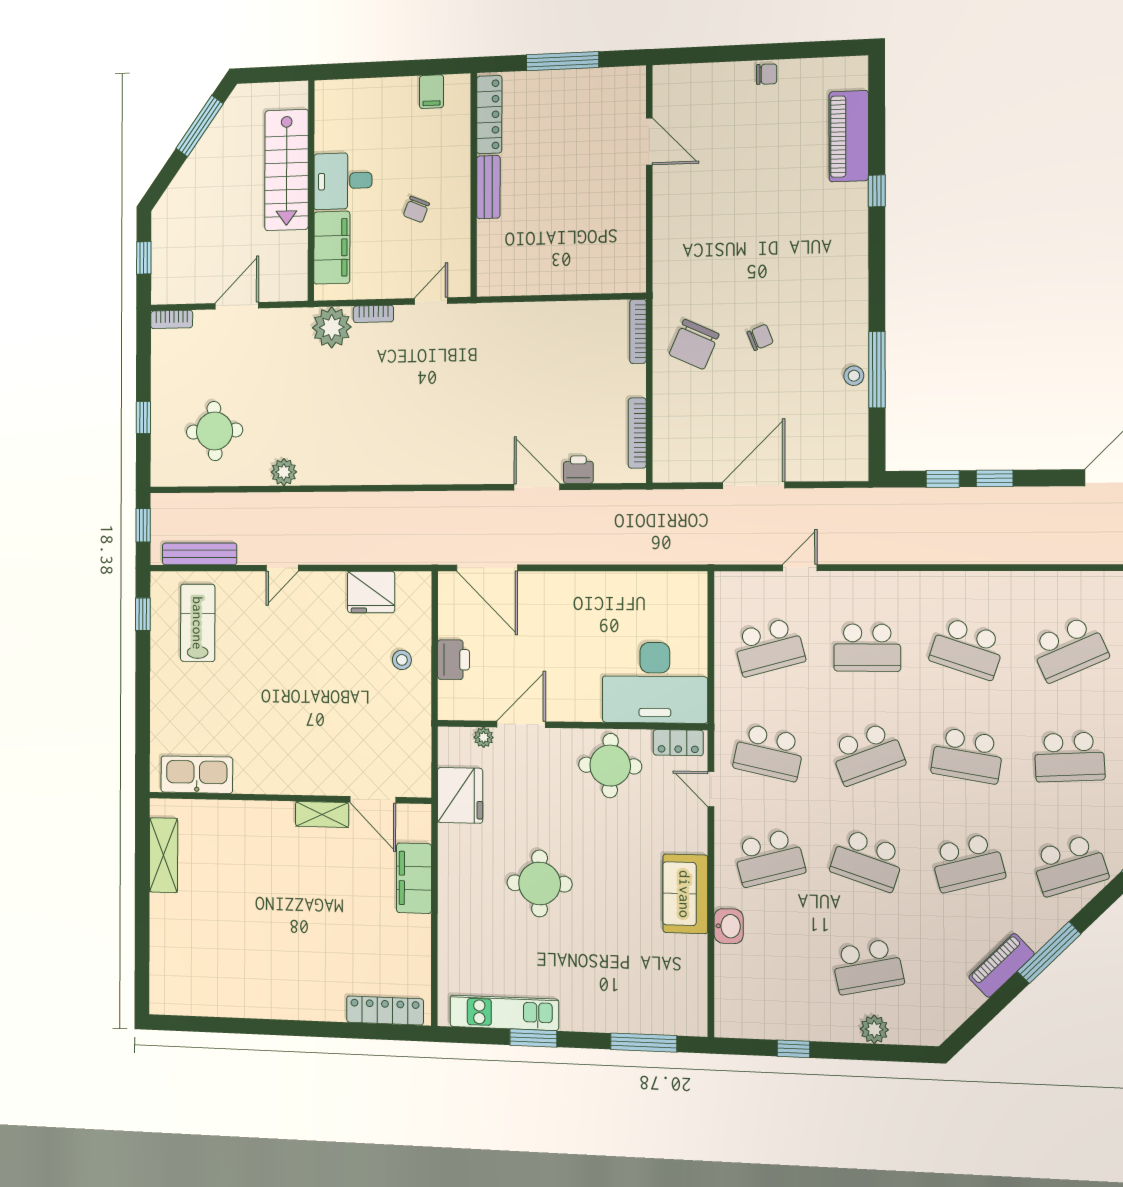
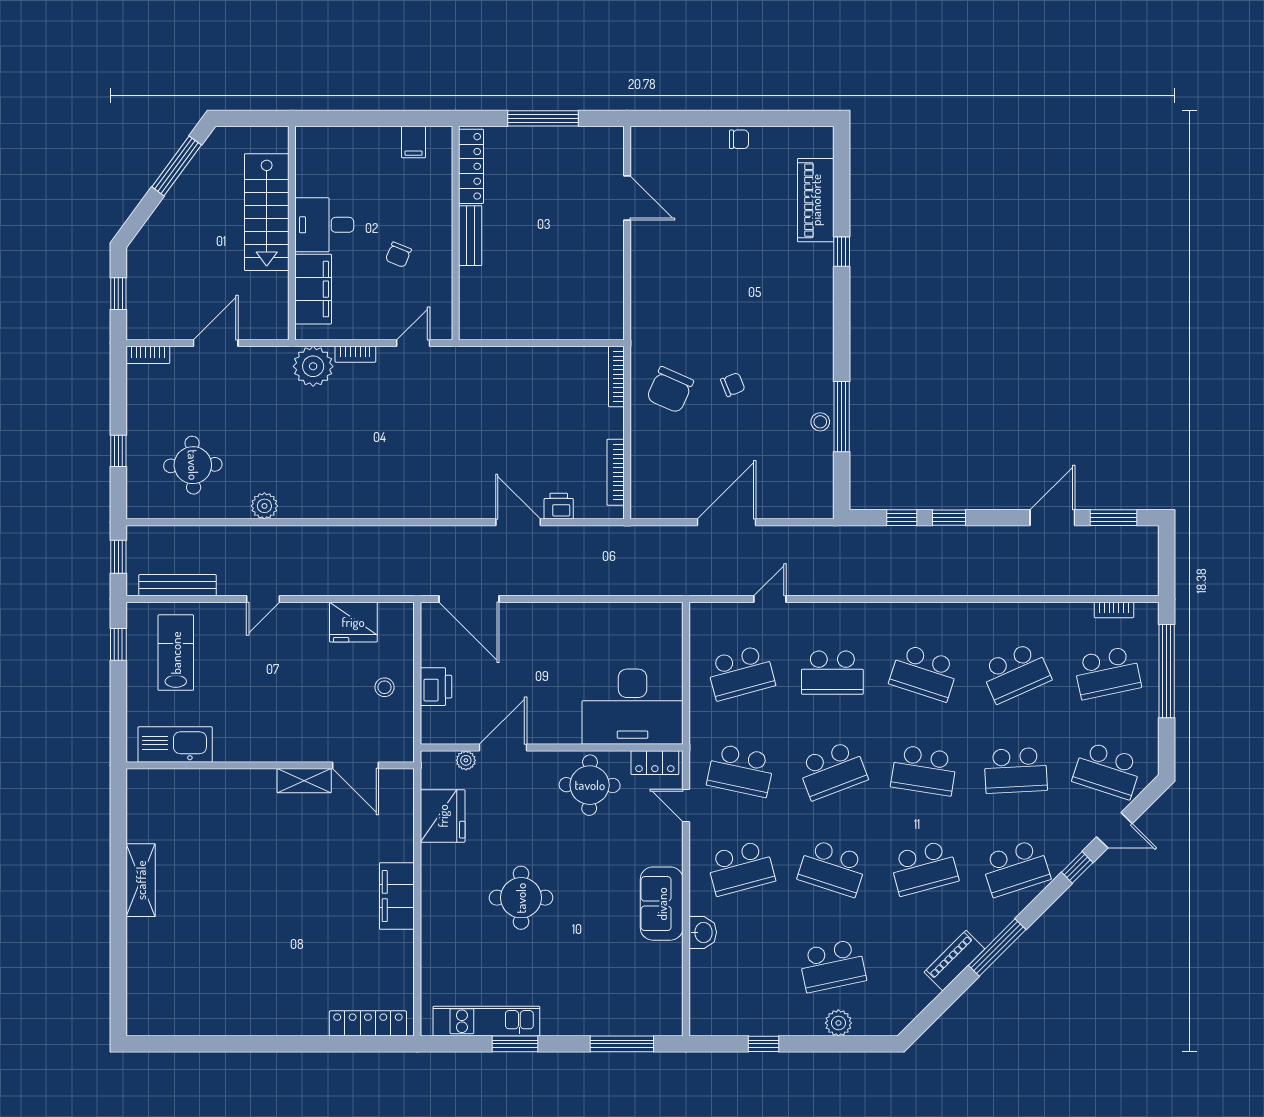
kitchen sink: (197, 775) -> (175, 745), moved
wall: (289, 798) -> (270, 765), moved
door: (373, 800) -> (355, 765), moved
shelving: (322, 814) -> (304, 781), moved

